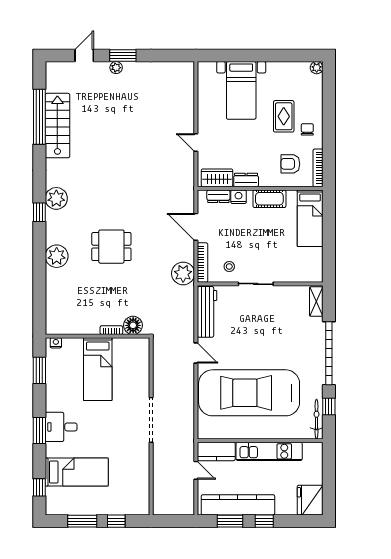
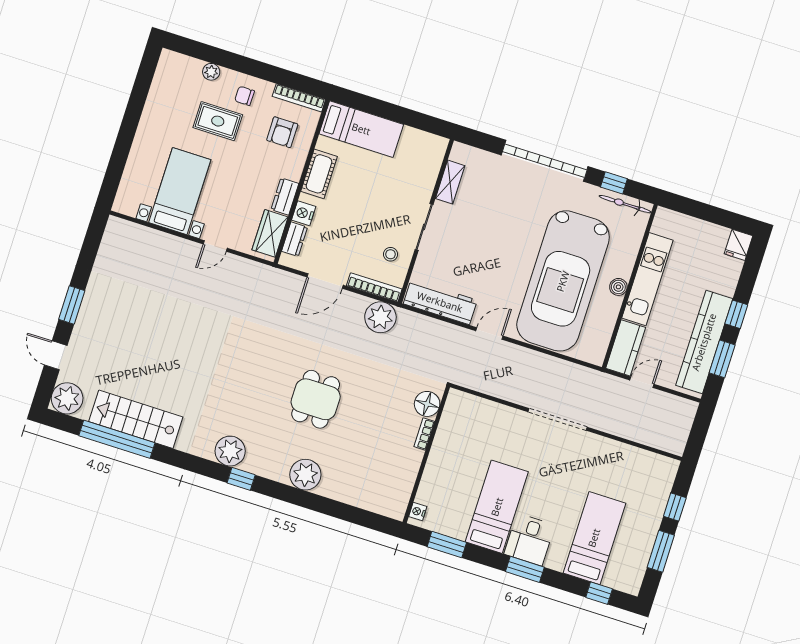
plant: (116, 68) -> (67, 398), moved, width x1.87, depth x1.87
plant: (317, 68) -> (211, 72), moved
bed with nightstands: (241, 90) -> (180, 191), moved, turned -90
shelving: (316, 302) -> (450, 182), moved, turned 90
bed: (98, 369) -> (497, 507), moved, turned -90
boiler: (257, 433) -> (618, 287), added
fridge: (310, 500) -> (738, 245), width x0.53, depth x0.75

